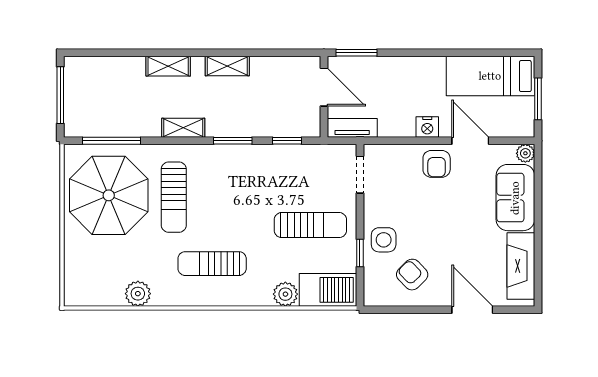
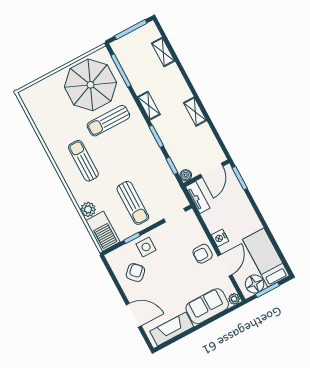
shelving: (168, 66) -> (163, 52), moved
floor lamp: (520, 113) -> (255, 284), added
boiler: (311, 128) -> (186, 175), added
plant: (138, 294) -> (46, 129), removed
door: (472, 310) -> (134, 315), hinge flipped

